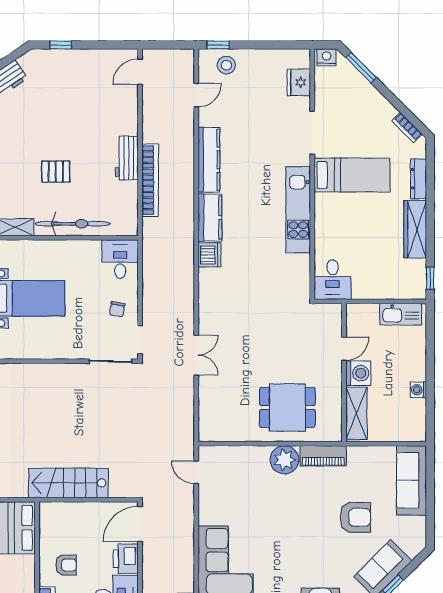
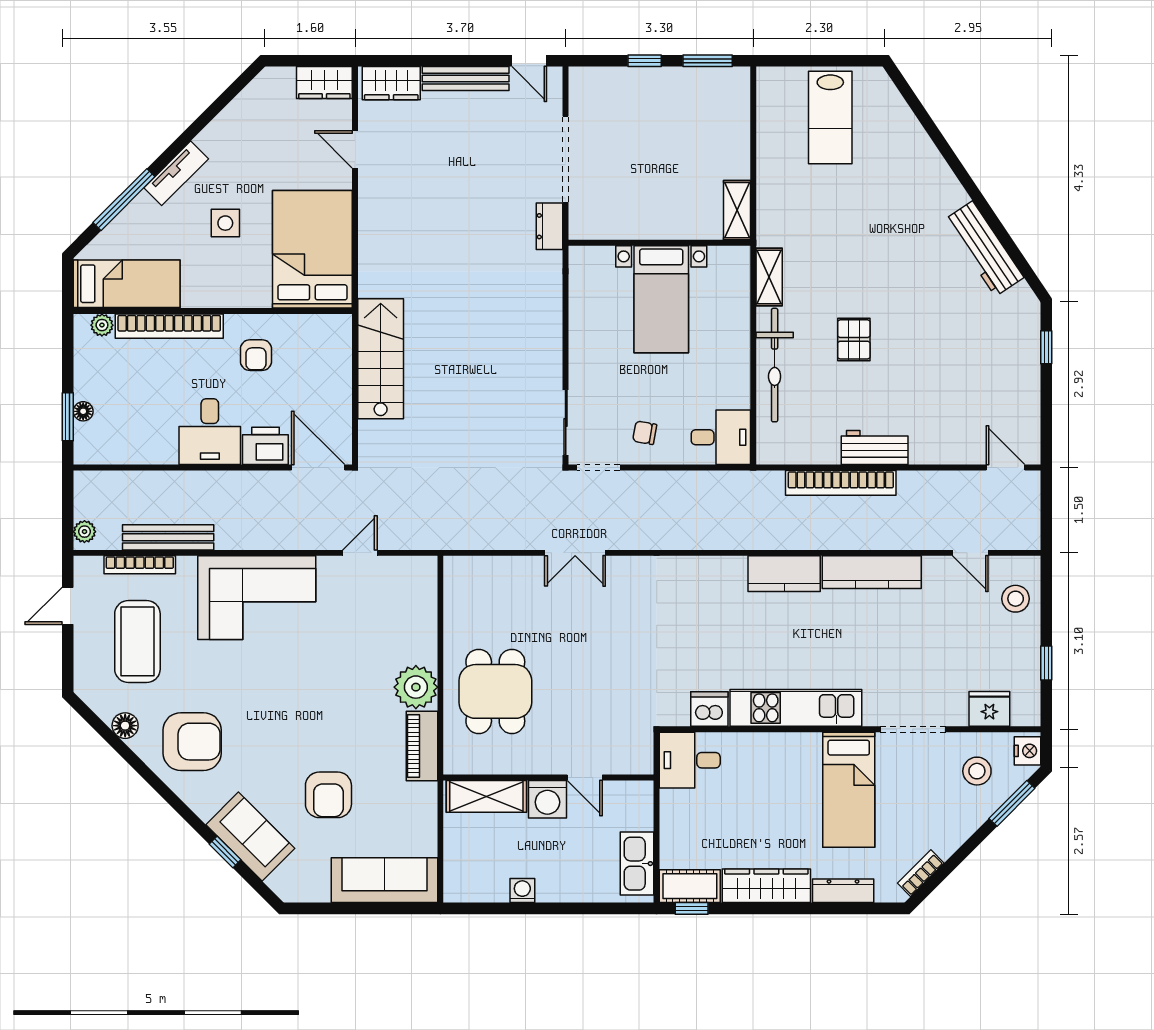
window: (218, 45) -> (1046, 663), moved
stool: (340, 91) -> (977, 771), added
dishwasher: (209, 255) -> (709, 709), moved, turned 180
cot: (416, 280) -> (690, 886), added
door: (196, 472) -> (360, 553), moved

